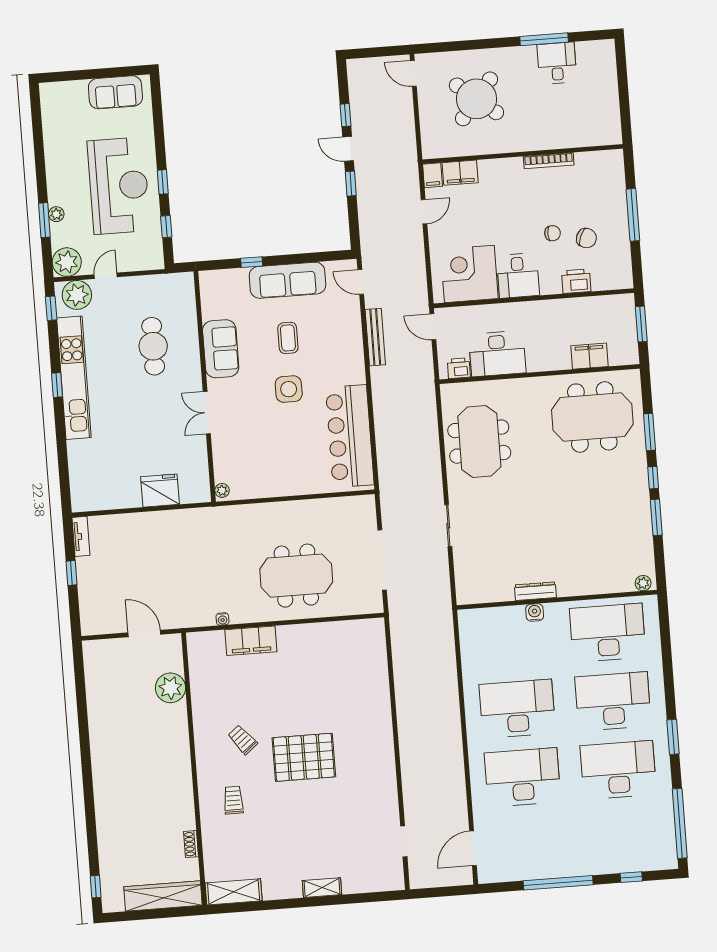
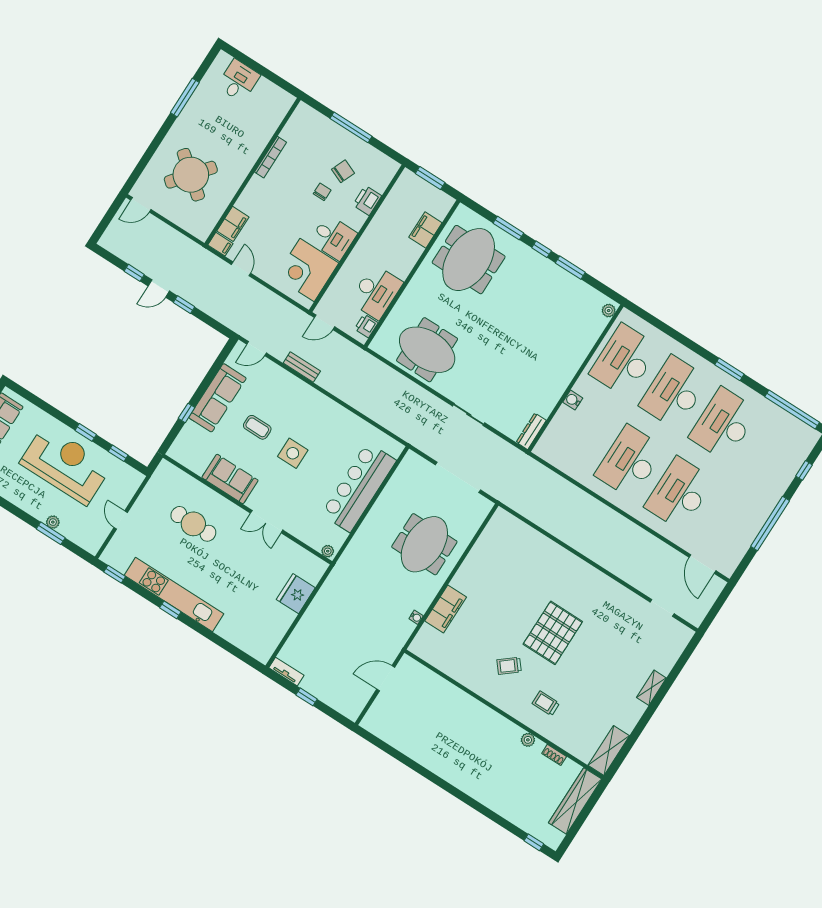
desk: (557, 63) -> (238, 81), moved, turned 90
plant: (67, 262) -> (91, 540), removed
plant: (77, 295) -> (119, 550), removed
bench: (375, 337) -> (302, 367), width x0.73
bar counter: (350, 436) -> (359, 487), moved, turned 90
dresser: (535, 591) -> (531, 431), moved
plant: (170, 688) -> (528, 740), moved, width x0.53, depth x0.53

